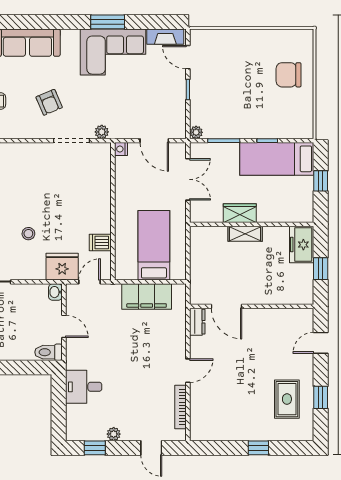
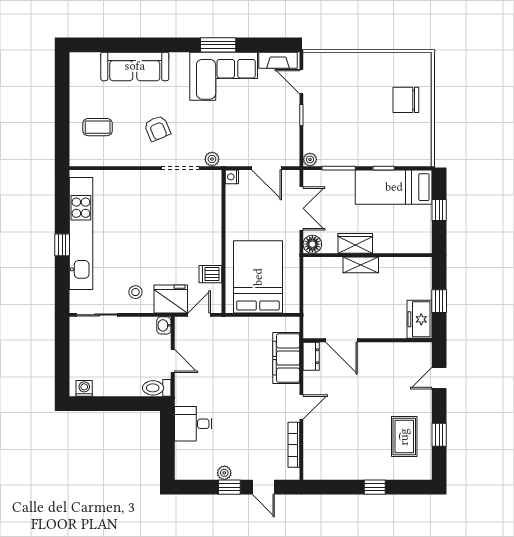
floor lamp: (198, 214) -> (312, 244), added
stool: (28, 234) -> (135, 292), moved
bed: (154, 245) -> (258, 277), width x1.50
freezer: (302, 245) -> (419, 319), moved
filing cabinet: (147, 297) -> (286, 358), moved, turned 90
window: (95, 448) -> (229, 487), moved

